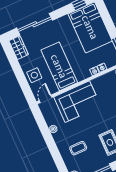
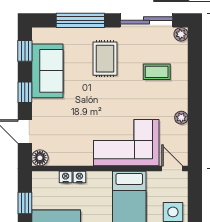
door: (46, 99) -> (172, 169), swing flipped

